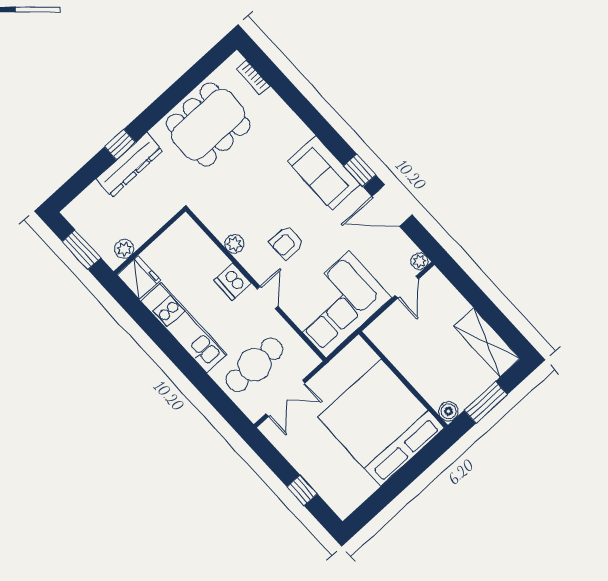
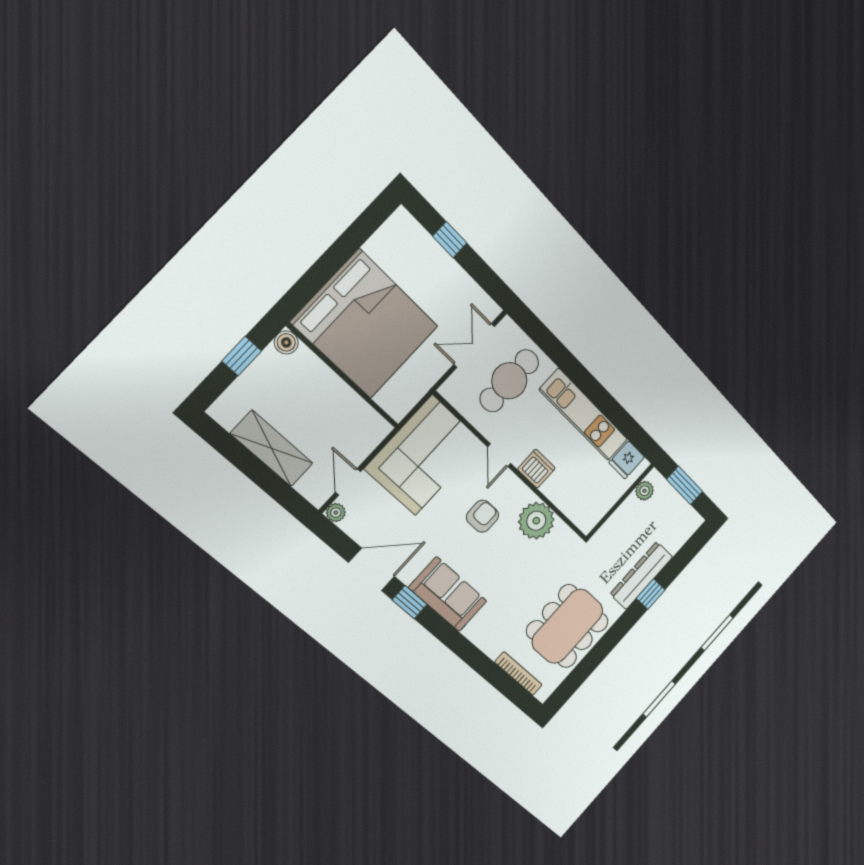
bookcase: (253, 77) -> (518, 673), width x1.56
plant: (234, 244) -> (536, 521), width x1.87, depth x1.87
fridge: (139, 278) -> (627, 460), width x0.72
shelving: (487, 343) -> (272, 449), moved
window: (486, 402) -> (242, 356), width x0.67

